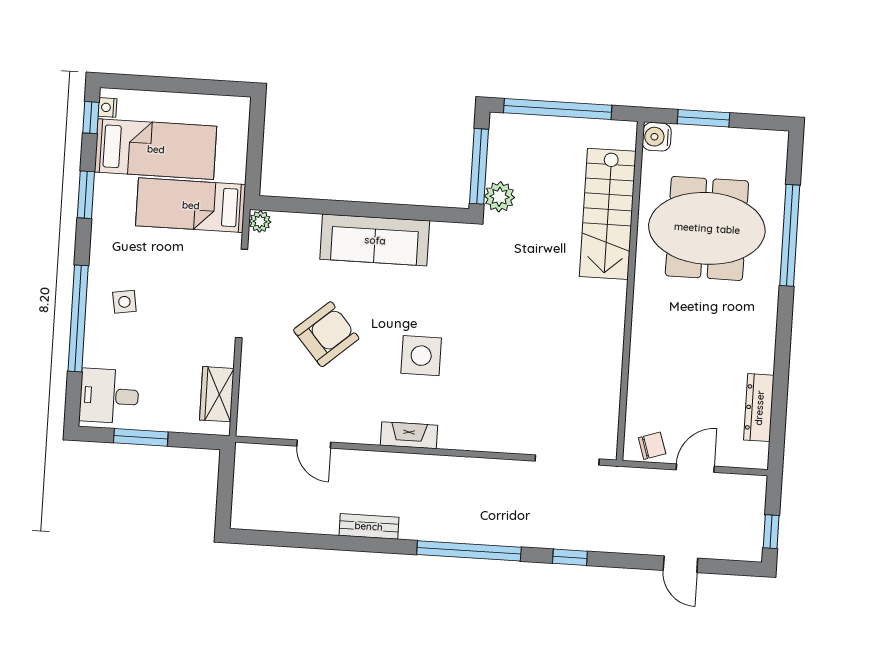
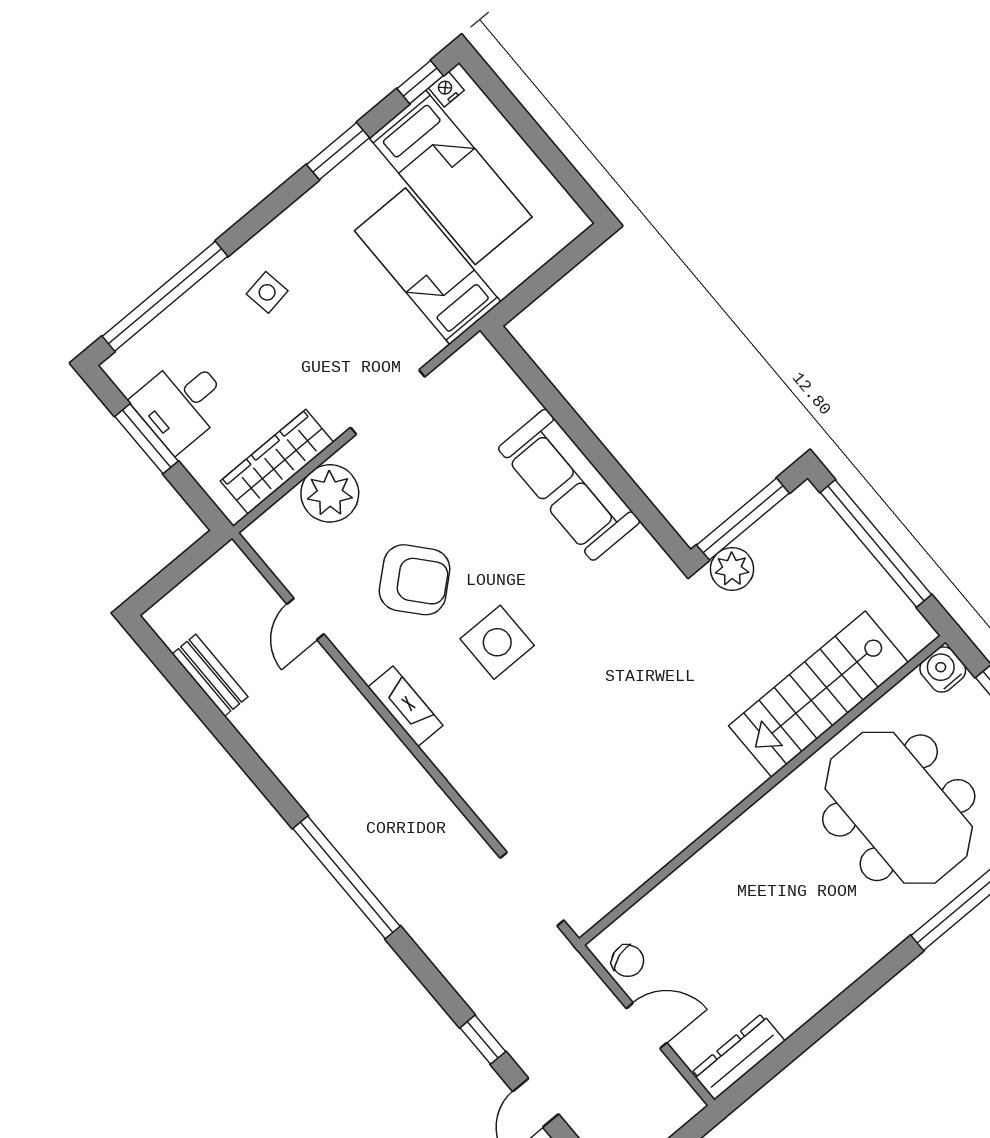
plant: (260, 221) -> (330, 493), moved, width x1.87, depth x1.87
doorway: (242, 294) -> (388, 402), width x0.73
window: (78, 318) -> (165, 296), moved
armchair: (326, 334) -> (415, 580), moved
wardrobe: (217, 394) -> (277, 462), width x1.50
desk: (109, 396) -> (181, 403), moved, turned -90
dresser: (759, 408) -> (738, 1057), moved
bench: (369, 526) -> (210, 675), moved
window: (570, 557) -> (483, 1040), moved

